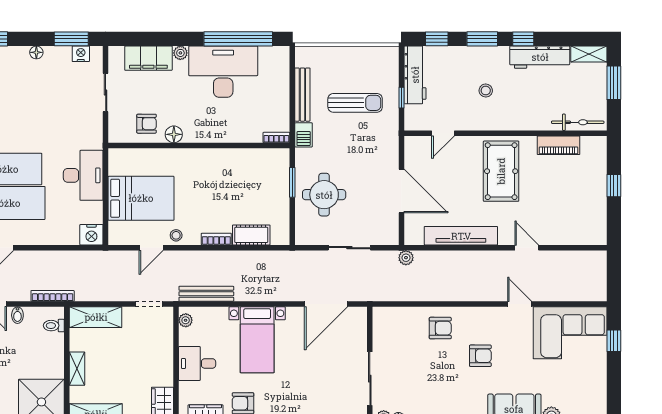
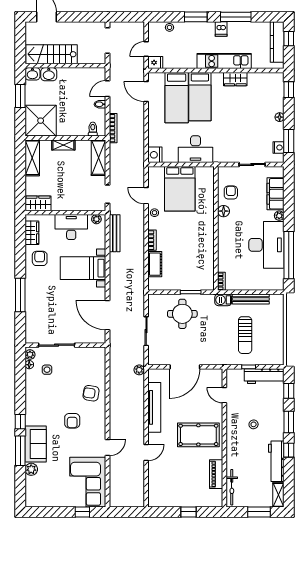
armchair: (147, 124) -> (231, 192), turned 180
armchair: (440, 328) -> (91, 393), turned 99
desk: (197, 363) -> (71, 227), width x1.37
side table: (406, 393) -> (47, 370), added

